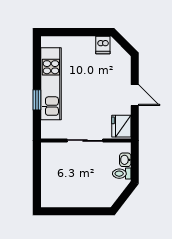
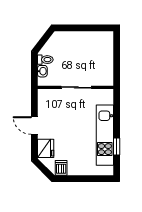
window: (37, 100) -> (117, 146), moved
fridge: (121, 126) -> (46, 148), moved

